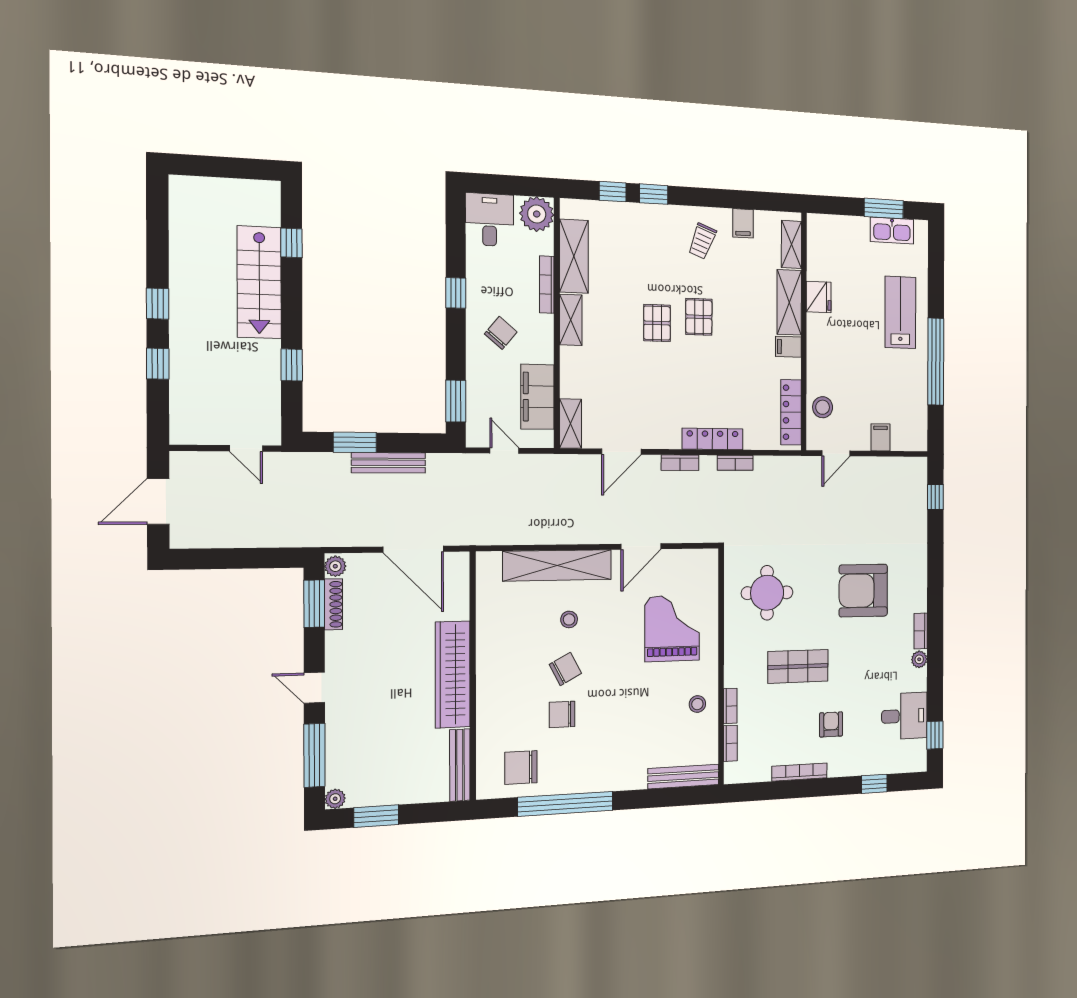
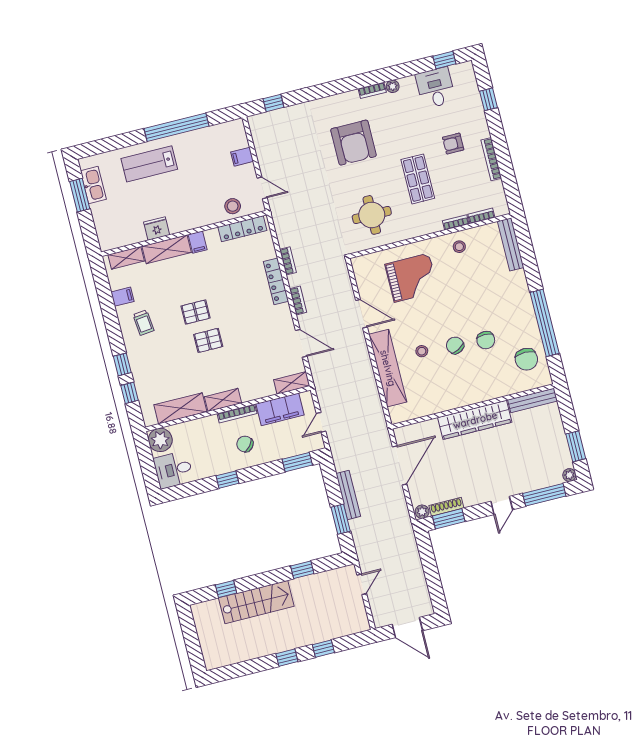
trolley: (702, 241) -> (144, 323), turned 63
bookcase: (547, 285) -> (237, 414), moved
grand piano: (672, 628) -> (412, 278), turned 180

